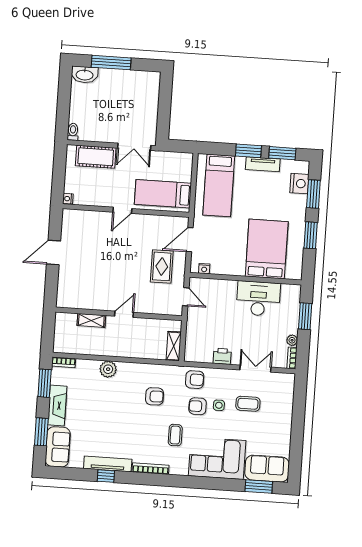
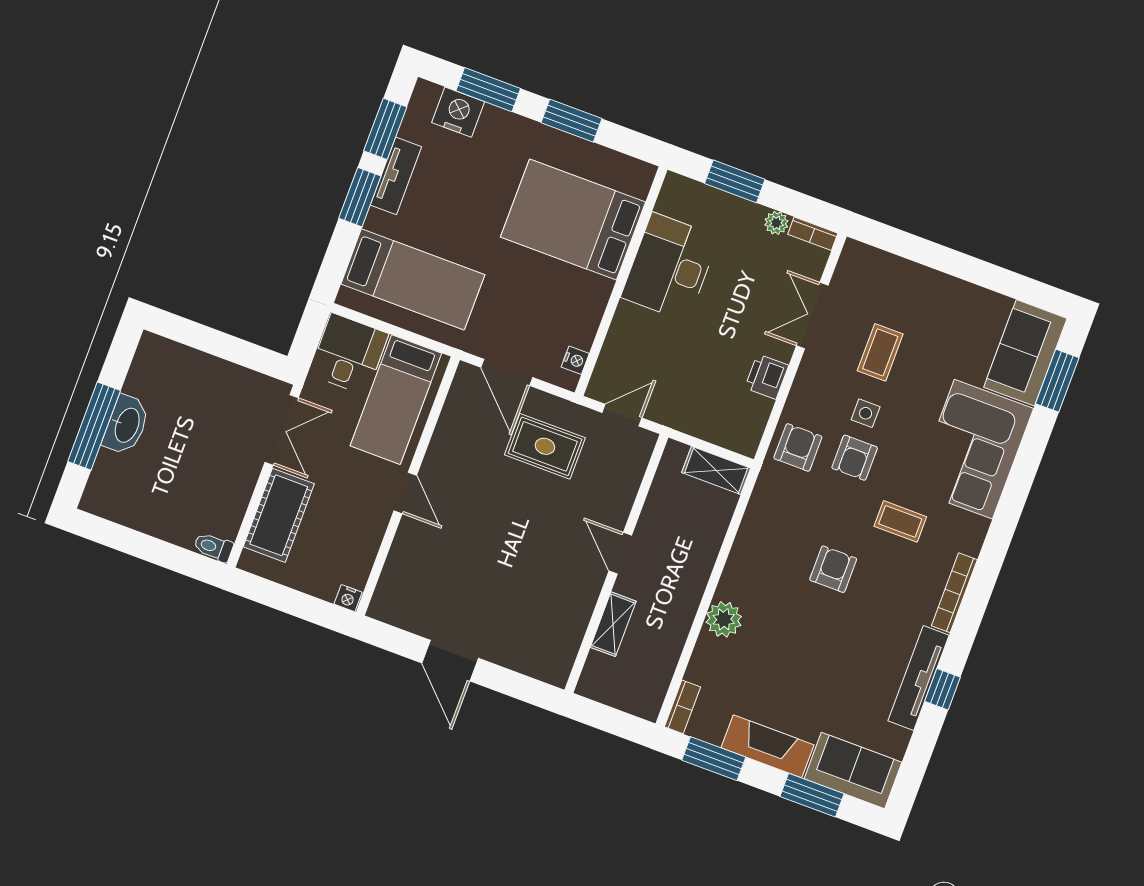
washbasin: (85, 75) -> (126, 425), moved
desk: (177, 167) -> (349, 354), added
armchair: (154, 396) -> (833, 569), moved

